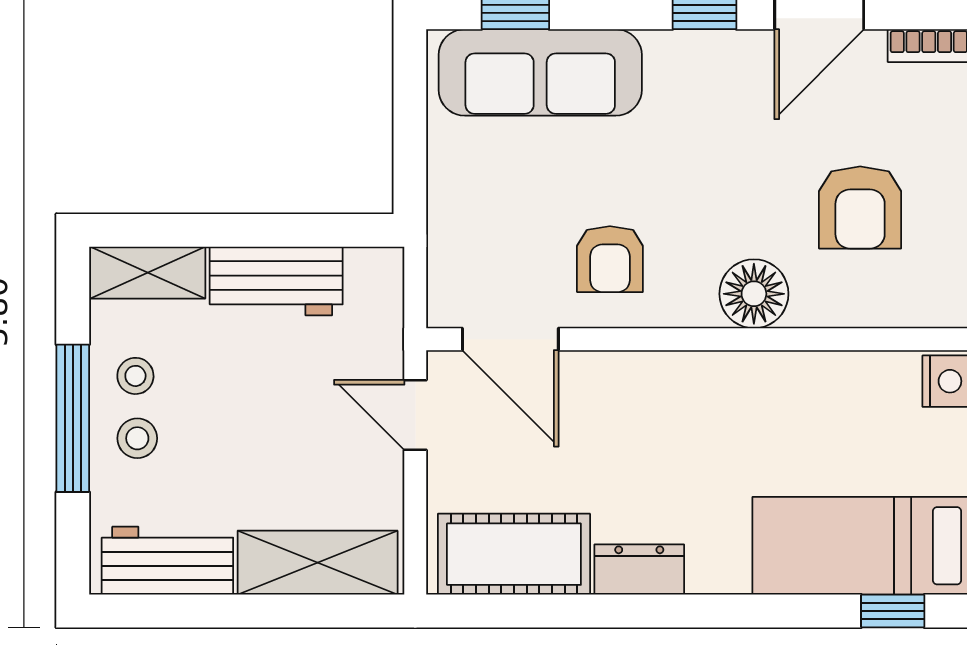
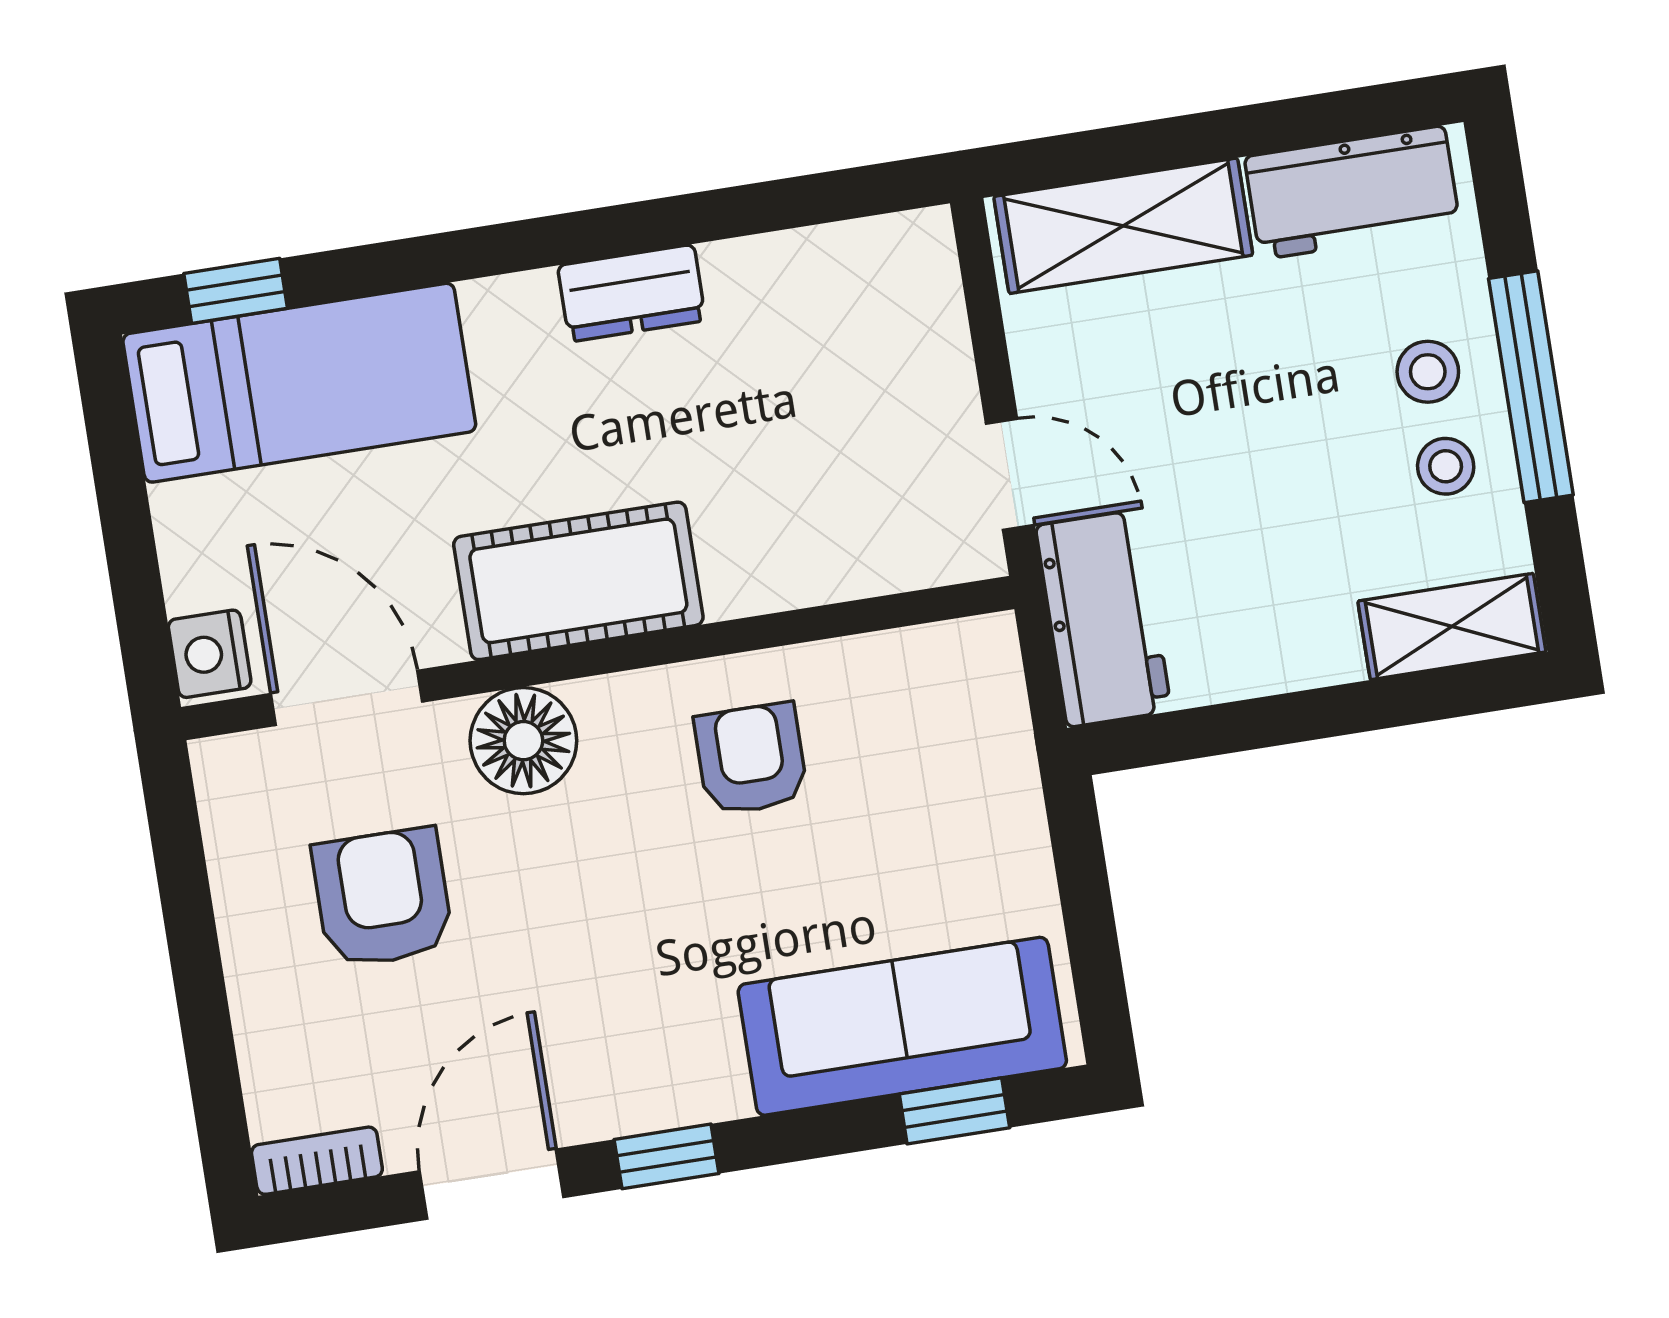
workbench: (276, 281) -> (1103, 618), moved, turned 90
door: (510, 339) -> (347, 698), moved
cot: (514, 554) -> (578, 581), moved

